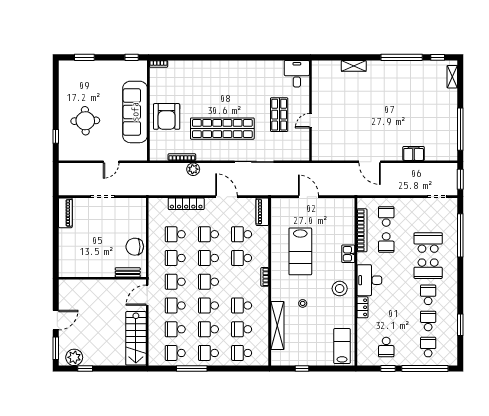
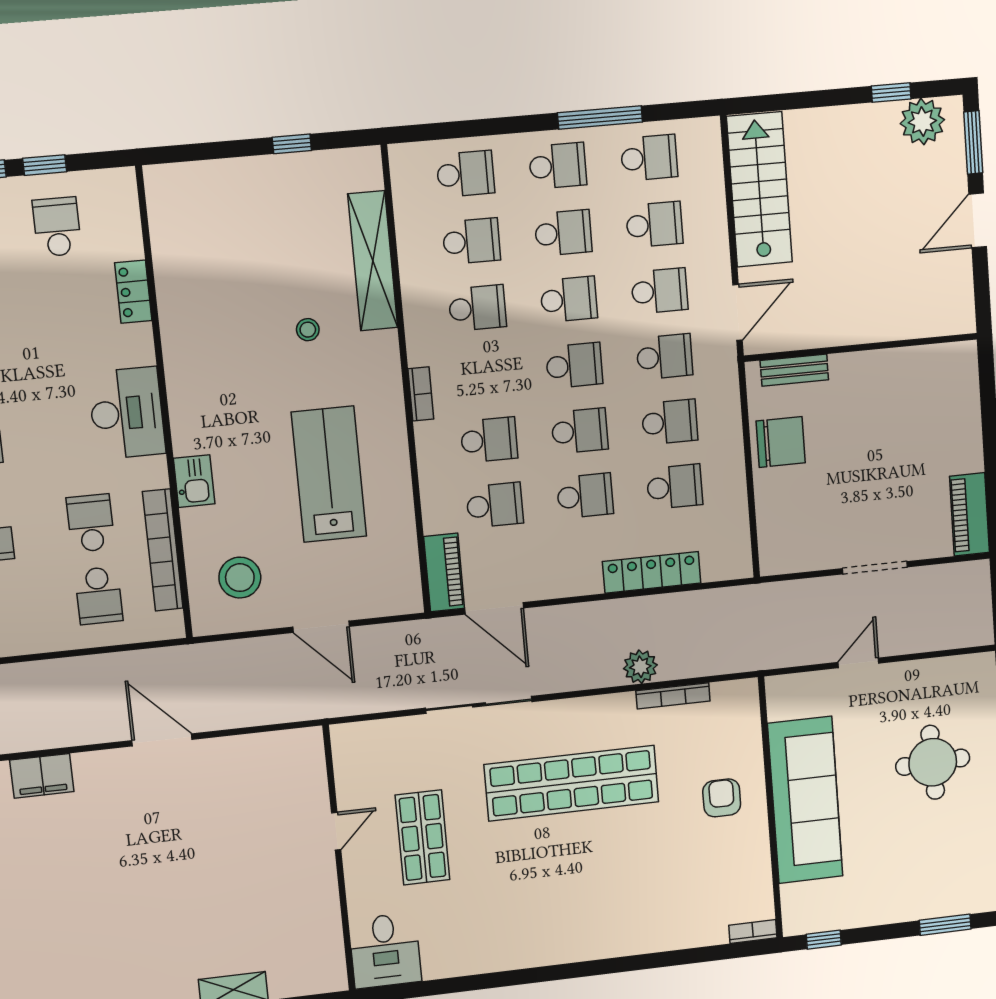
armchair: (167, 116) -> (722, 798), width x0.53, depth x0.53
door: (226, 197) -> (494, 608), moved
stool: (340, 289) -> (240, 578), moved
locker: (362, 307) -> (133, 292), moved
lab bench: (342, 346) -> (184, 219), removed

